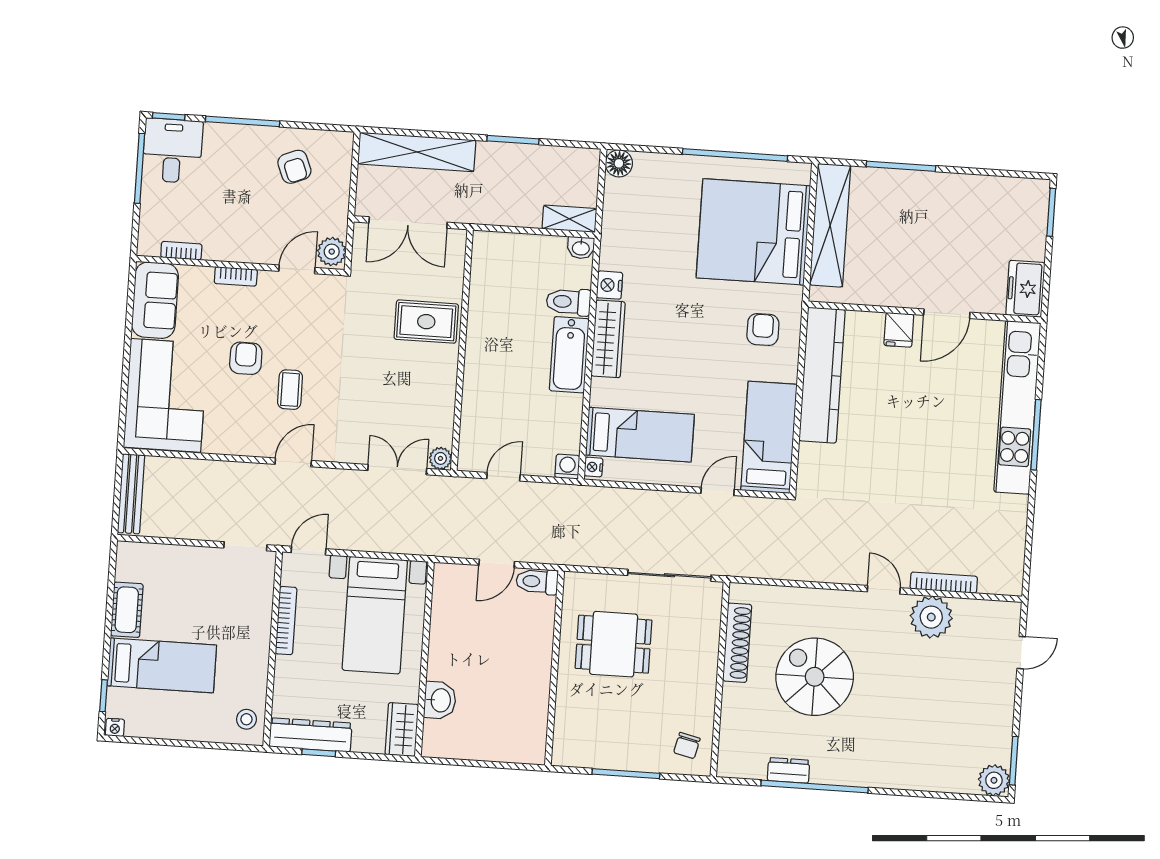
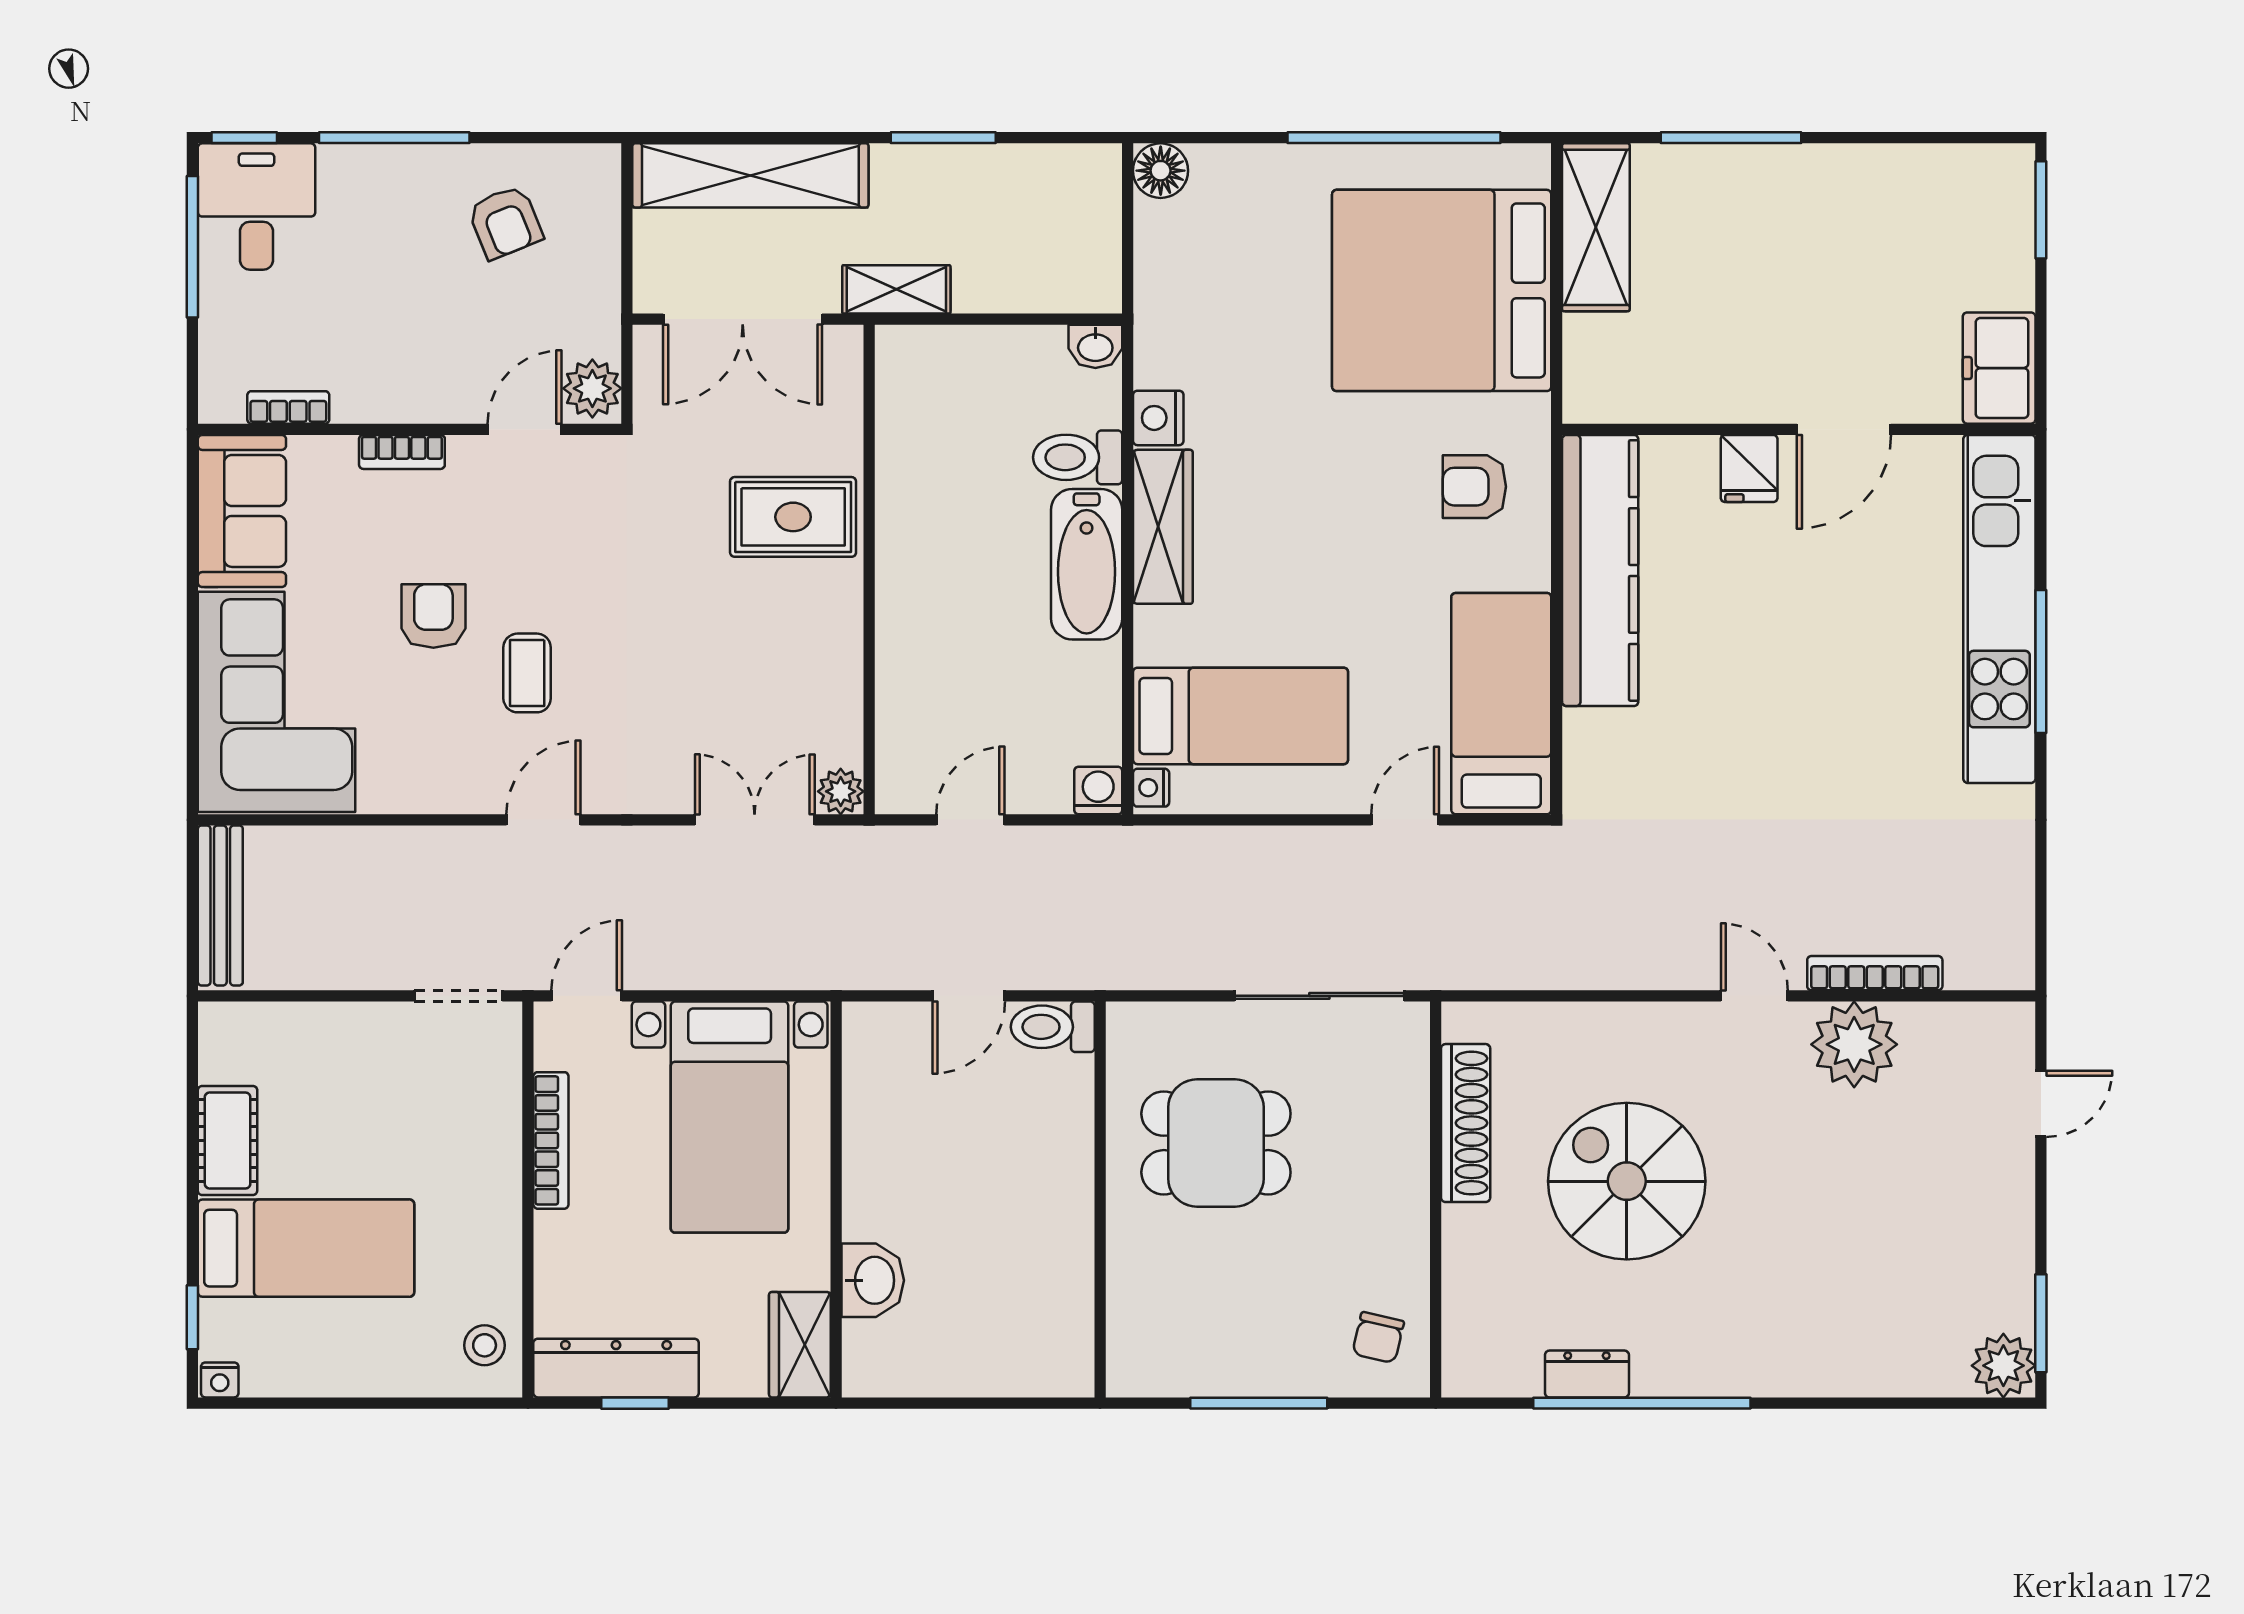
shelving: (569, 219) -> (896, 289), moved
shelving: (830, 225) -> (1596, 227), width x0.68
armchair: (763, 330) -> (1474, 487), turned -90

